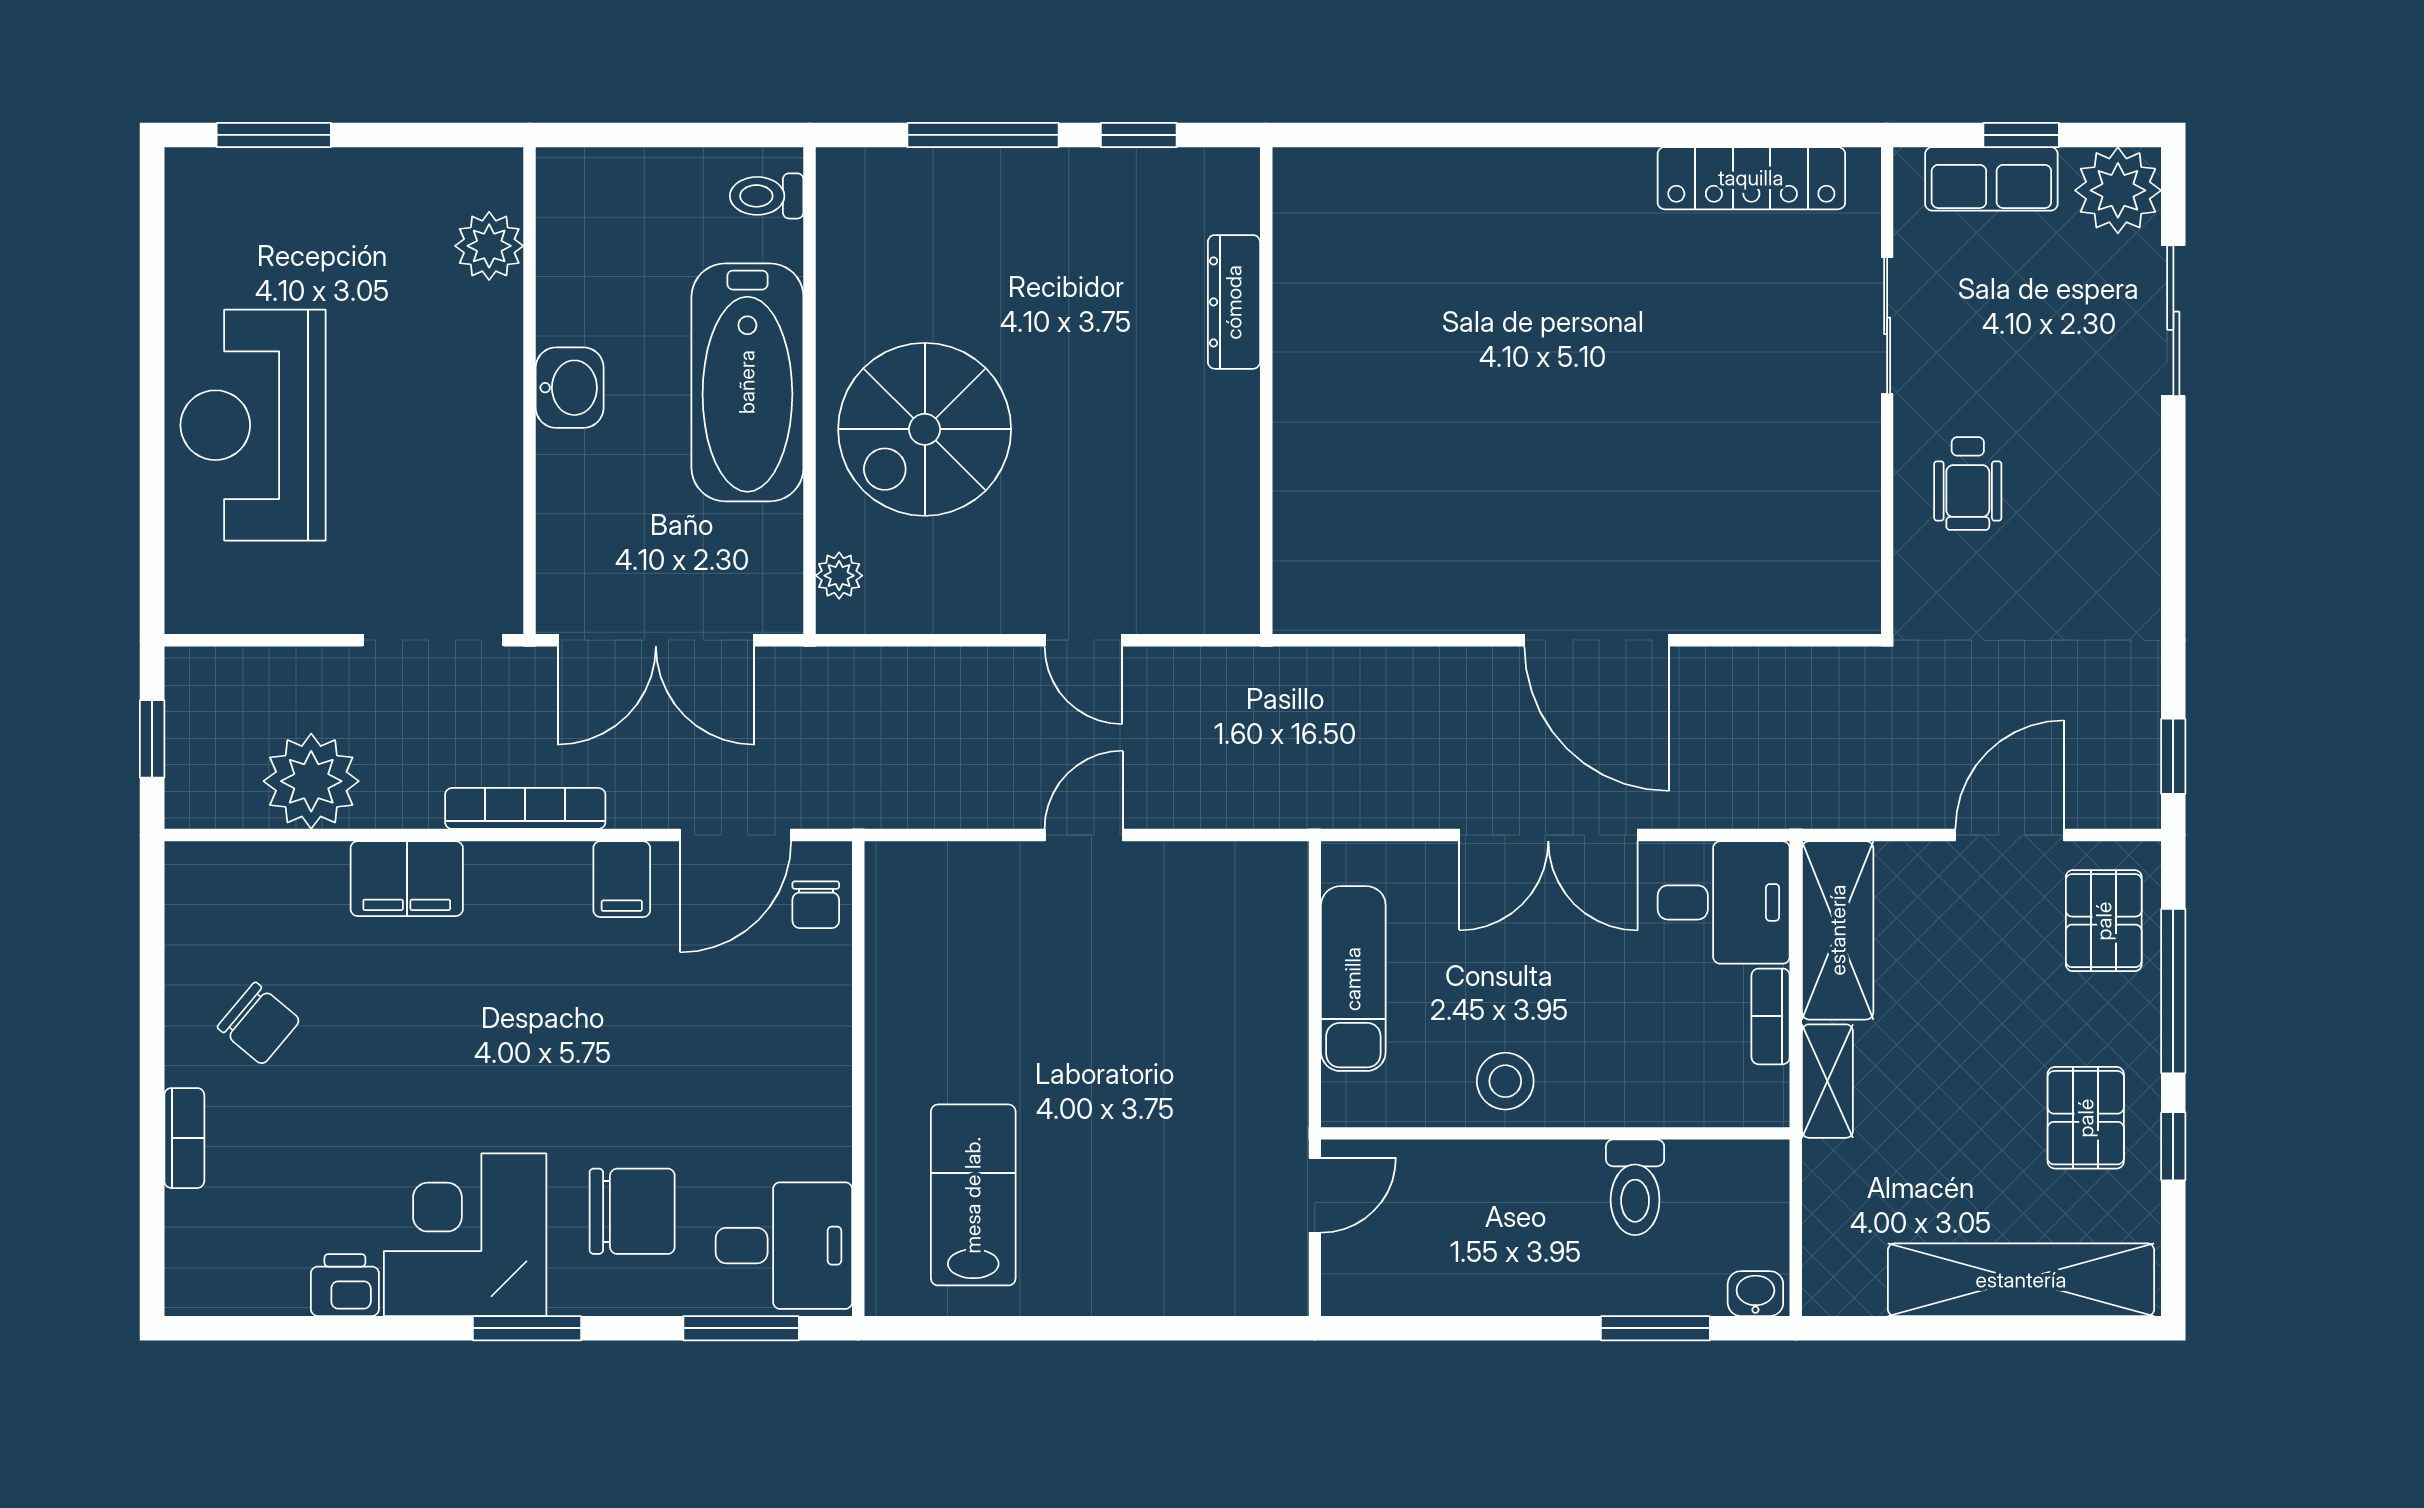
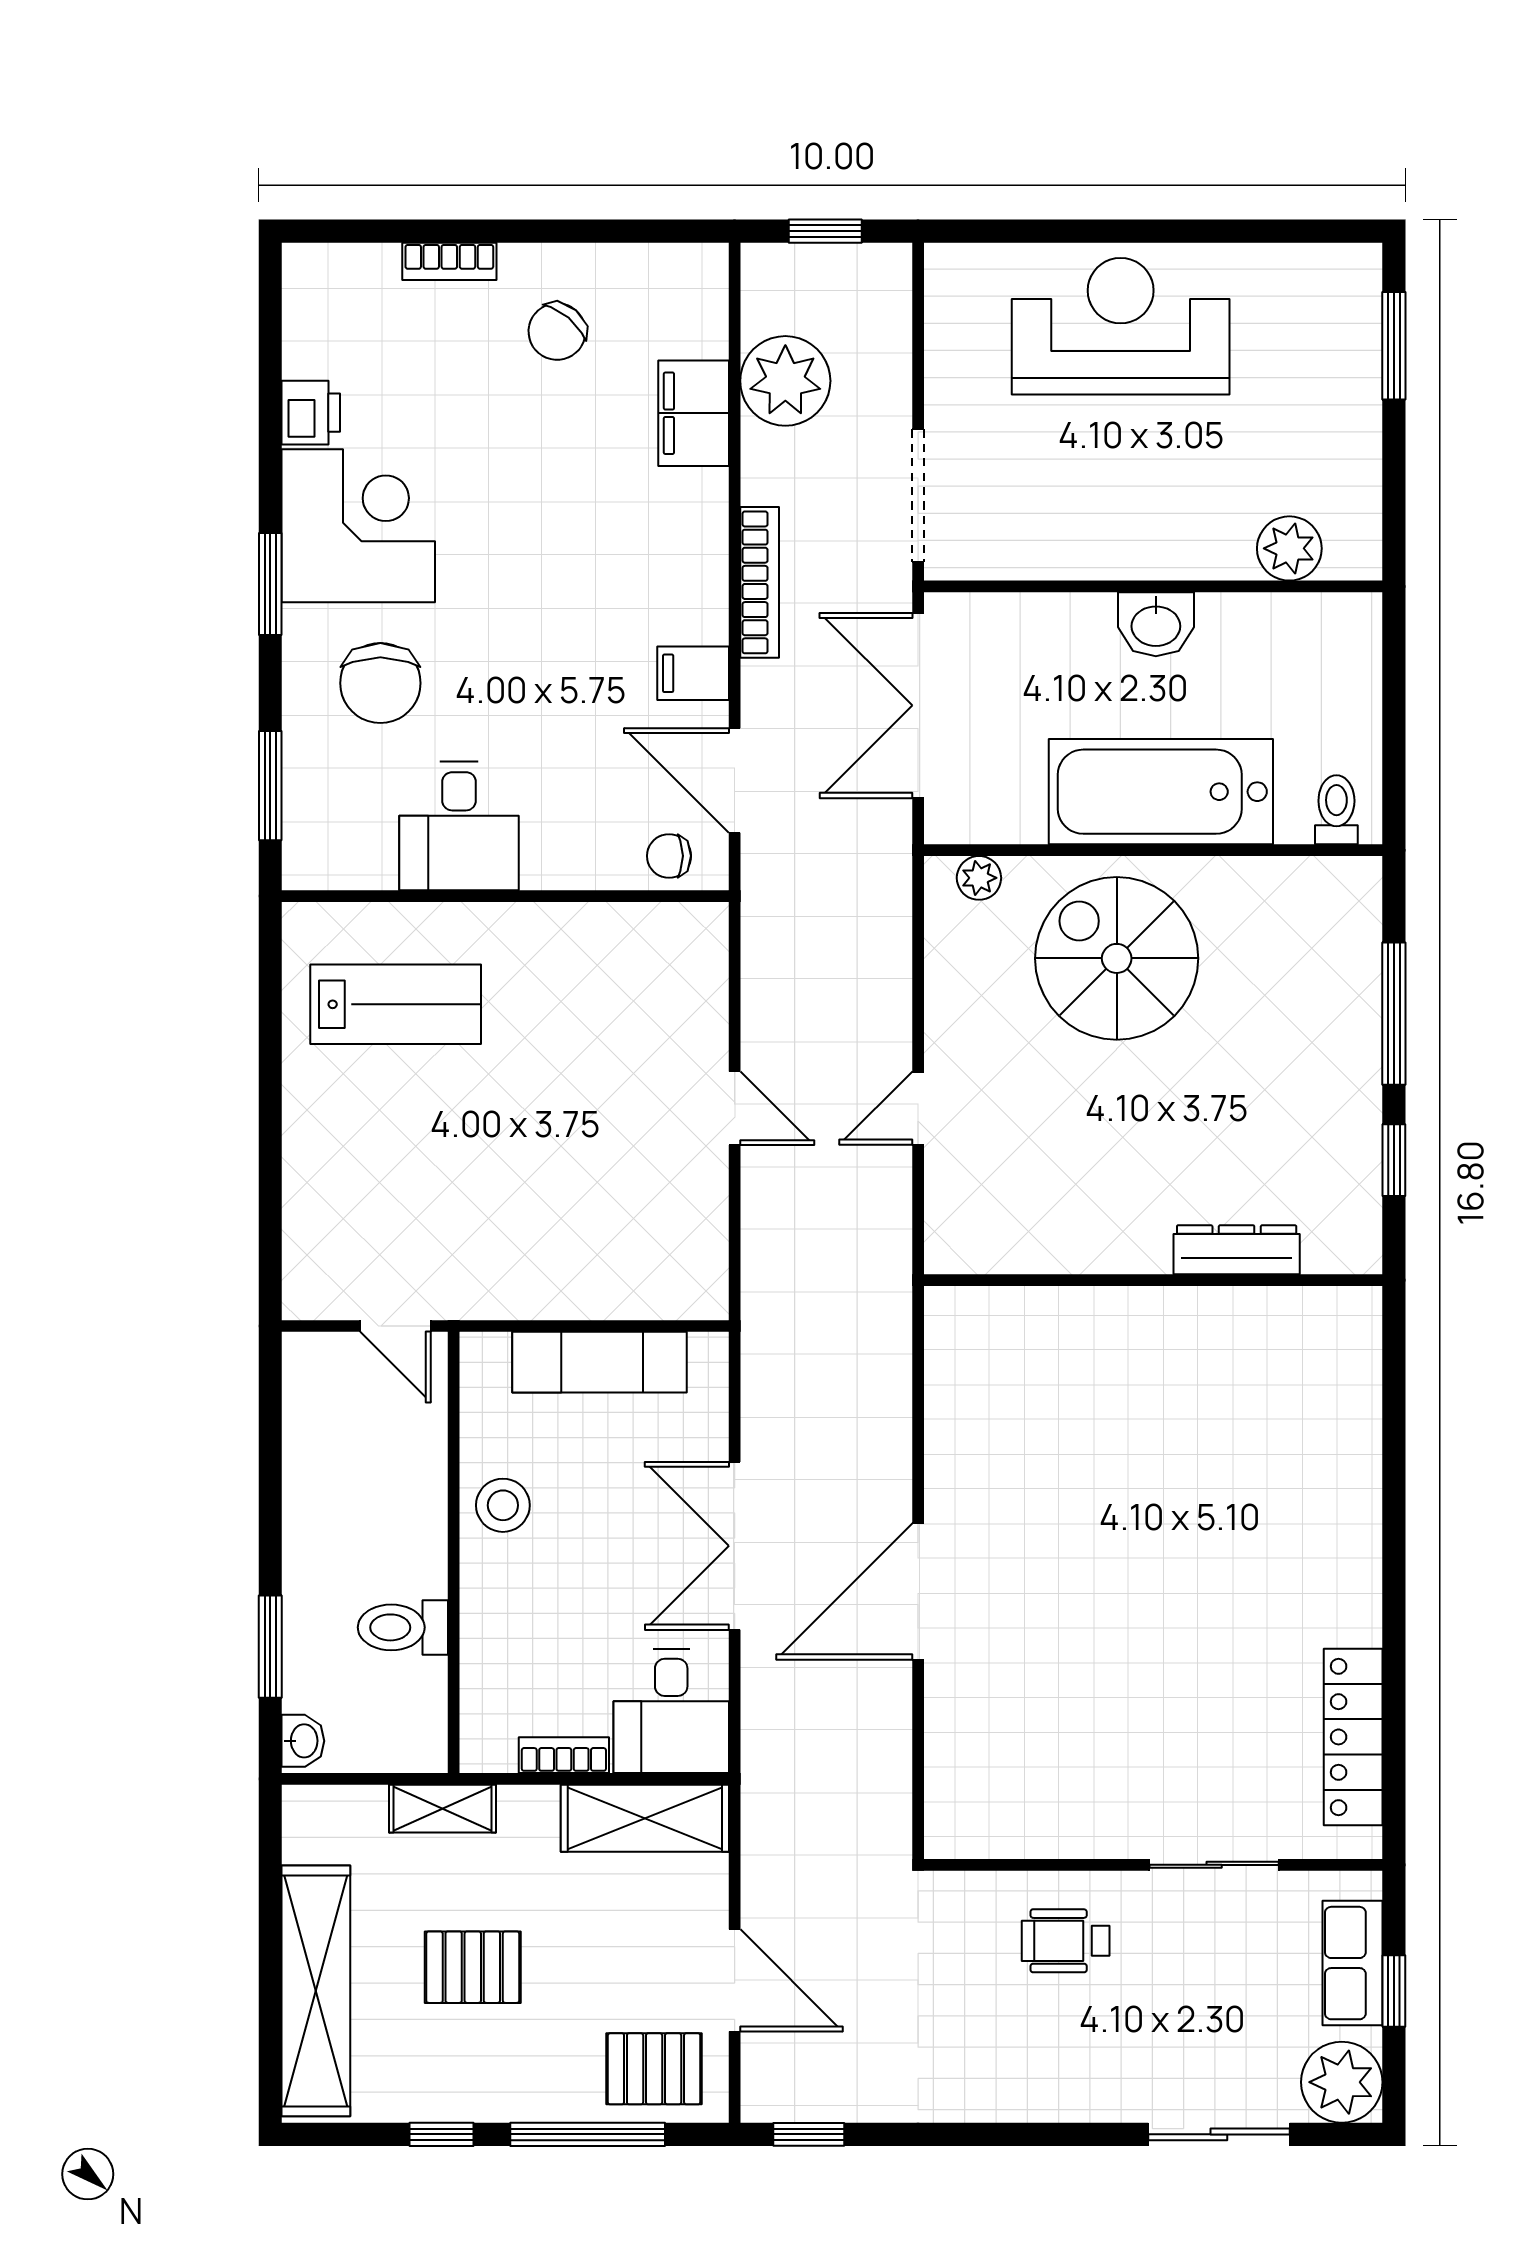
filing cabinet: (407, 879) -> (694, 413), moved
shelving: (1827, 1081) -> (442, 1809), moved
pallet: (2086, 1118) -> (473, 1967), moved
desk: (784, 1246) -> (459, 826), moved

